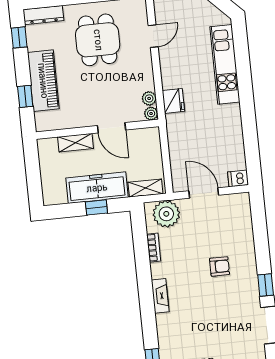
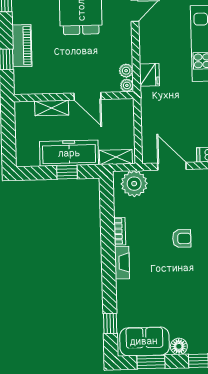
piano: (43, 81) -> (22, 46), width x0.73, depth x0.75
bookcase: (154, 248) -> (120, 231), moved

